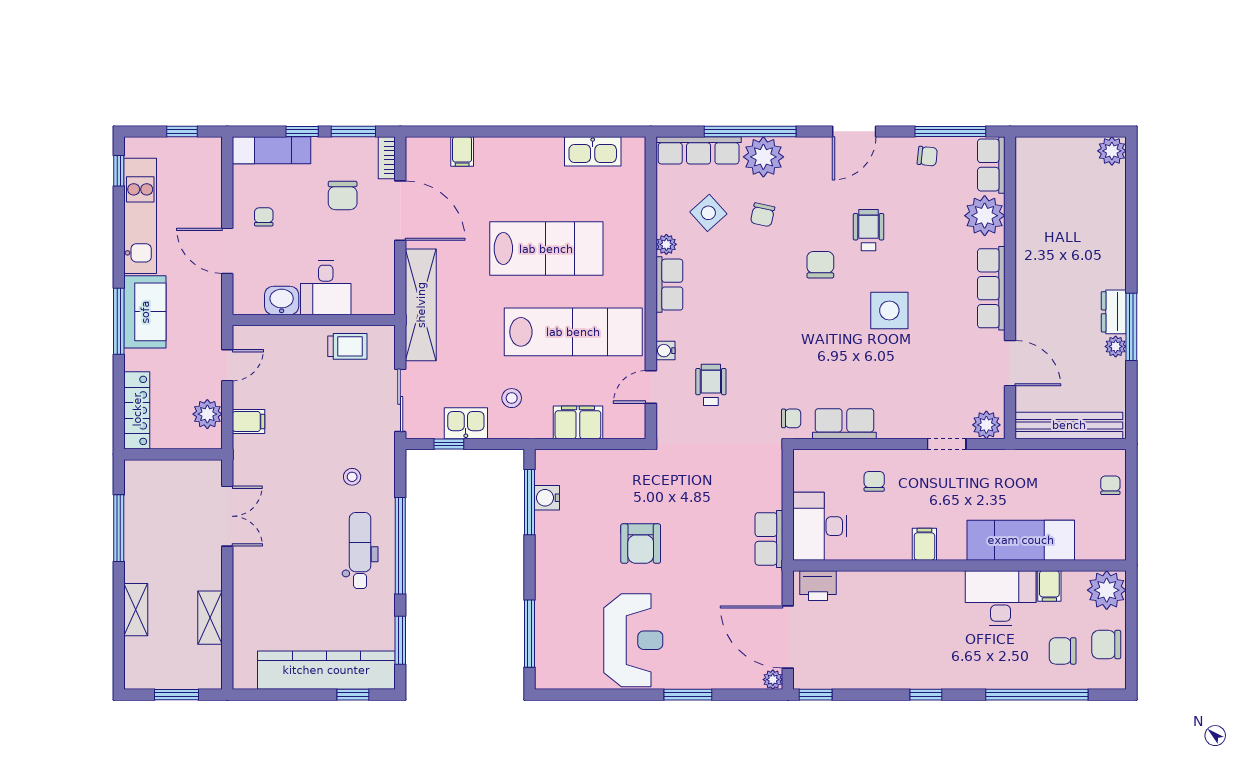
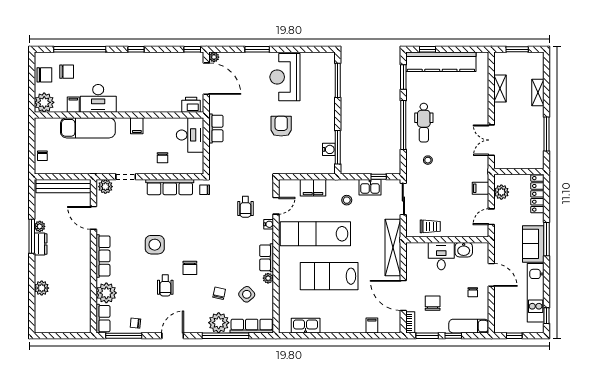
plant: (1112, 151) -> (42, 288), moved
trolley: (347, 346) -> (430, 226), turned 180
row of seats: (844, 424) -> (170, 187), width x1.48

